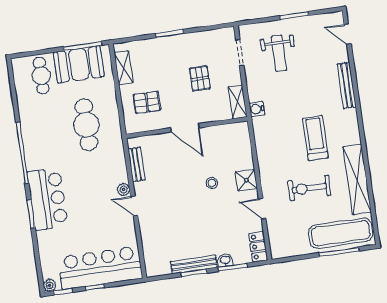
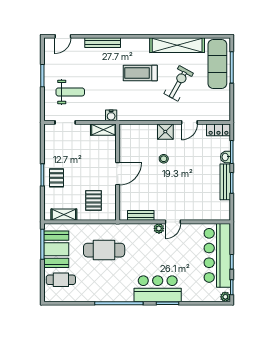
pallet: (200, 79) -> (56, 178), moved, turned 90
exercise bike: (309, 188) -> (179, 83), turned -151

